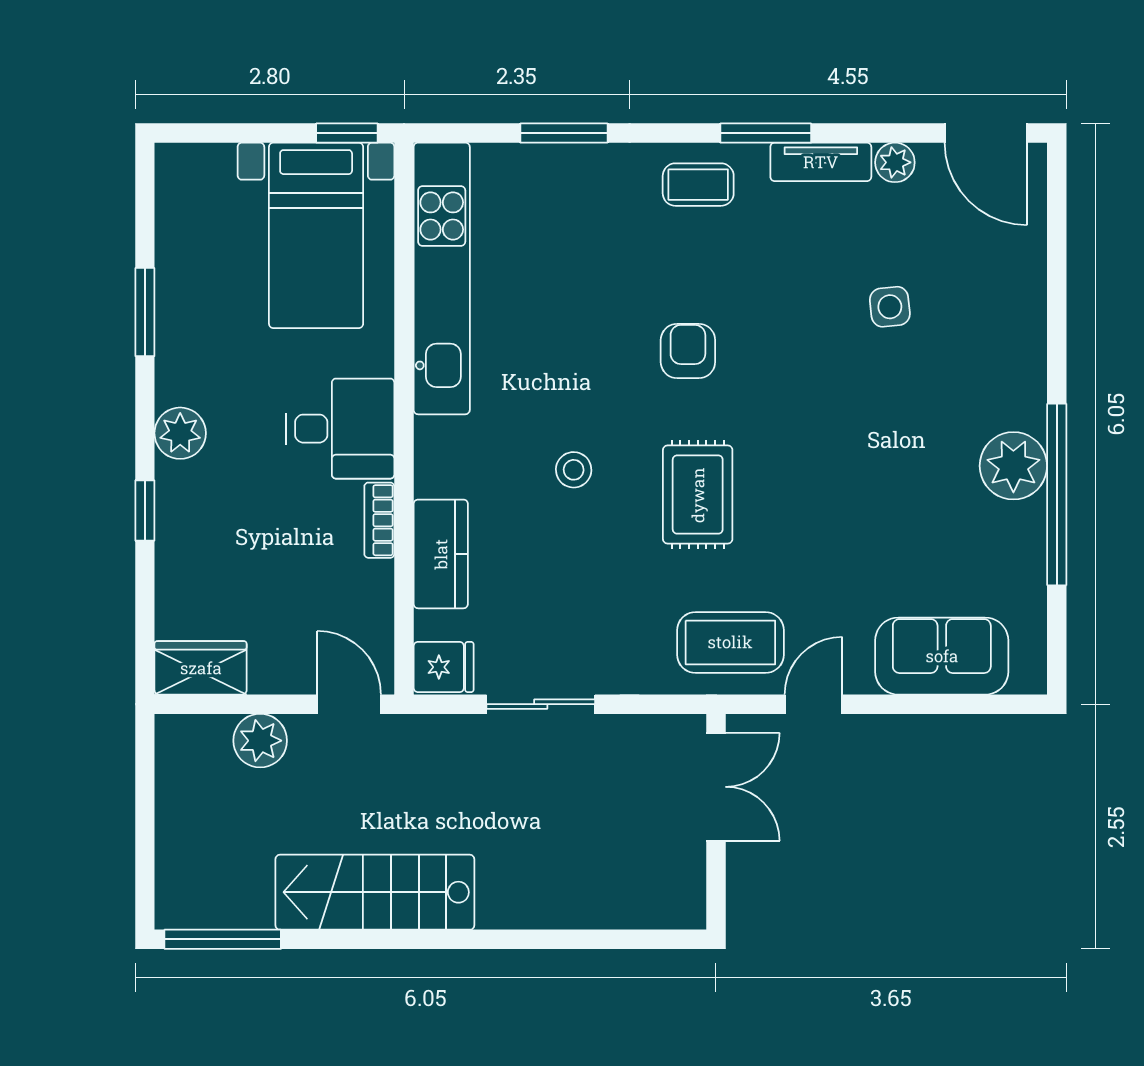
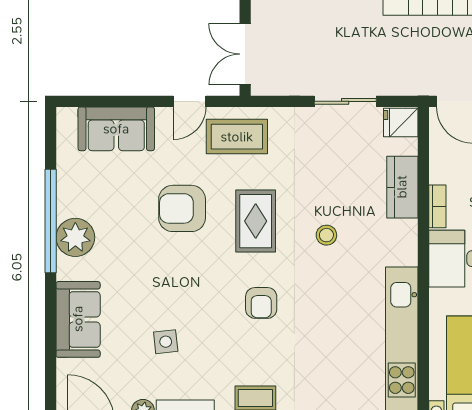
side table: (890, 307) -> (166, 342), moved
sofa: (1009, 322) -> (78, 319), added
armchair: (827, 517) -> (182, 208), added

